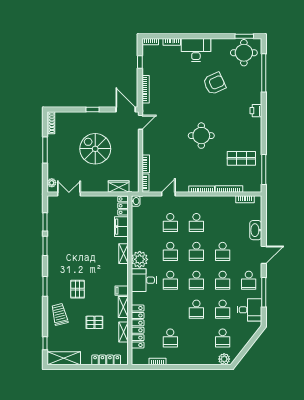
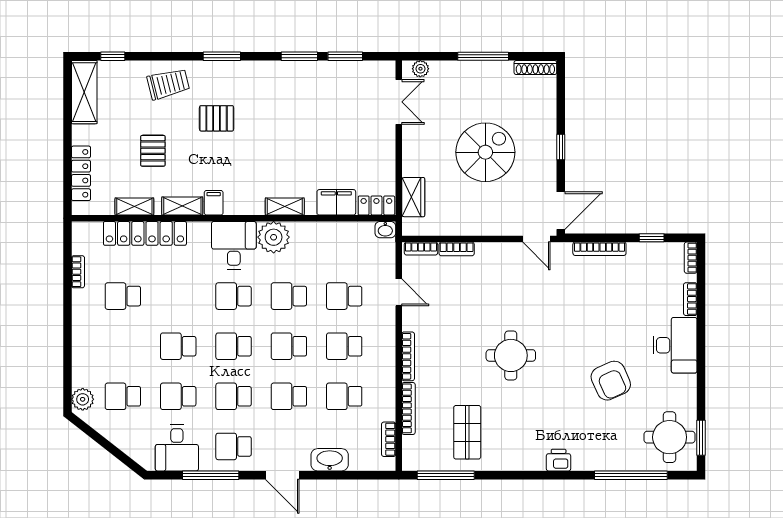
school desk: (223, 223) -> (344, 396), added

